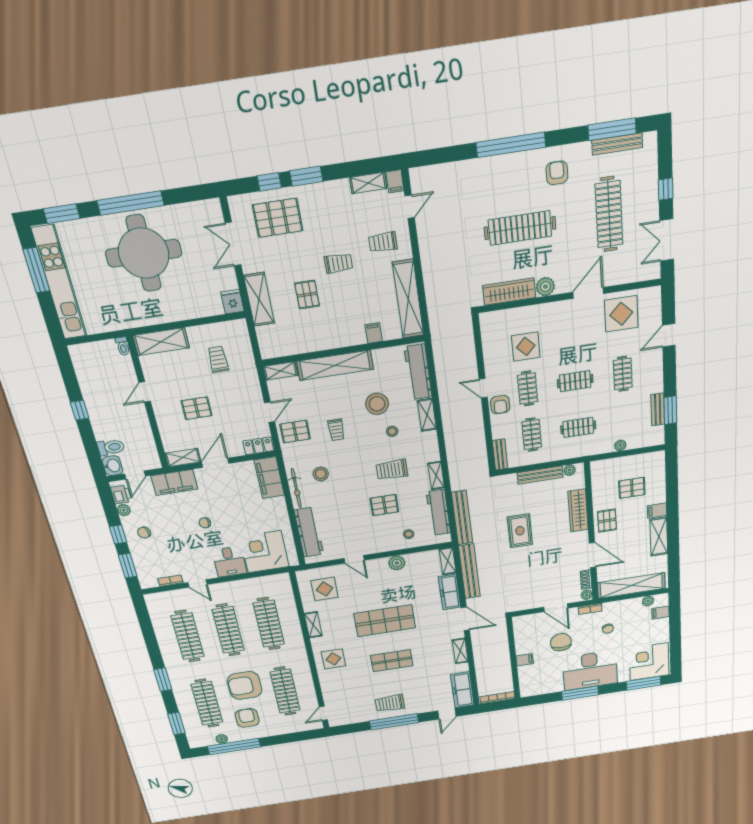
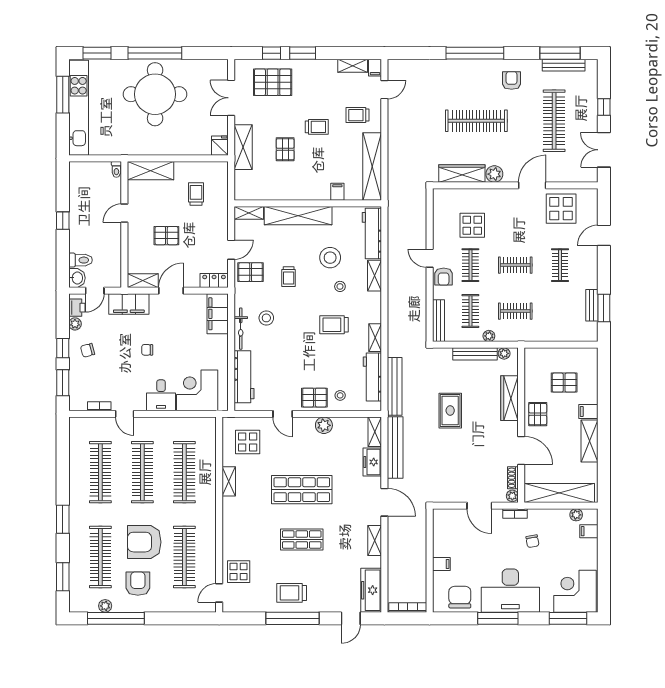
plant: (620, 445) -> (489, 336), moved
bench: (500, 454) -> (438, 321), width x1.36
pallet: (384, 505) -> (314, 398), moved
freezer: (450, 592) -> (372, 462), width x0.71
chair: (561, 642) -> (460, 597), moved
display table: (333, 659) -> (239, 572), moved

